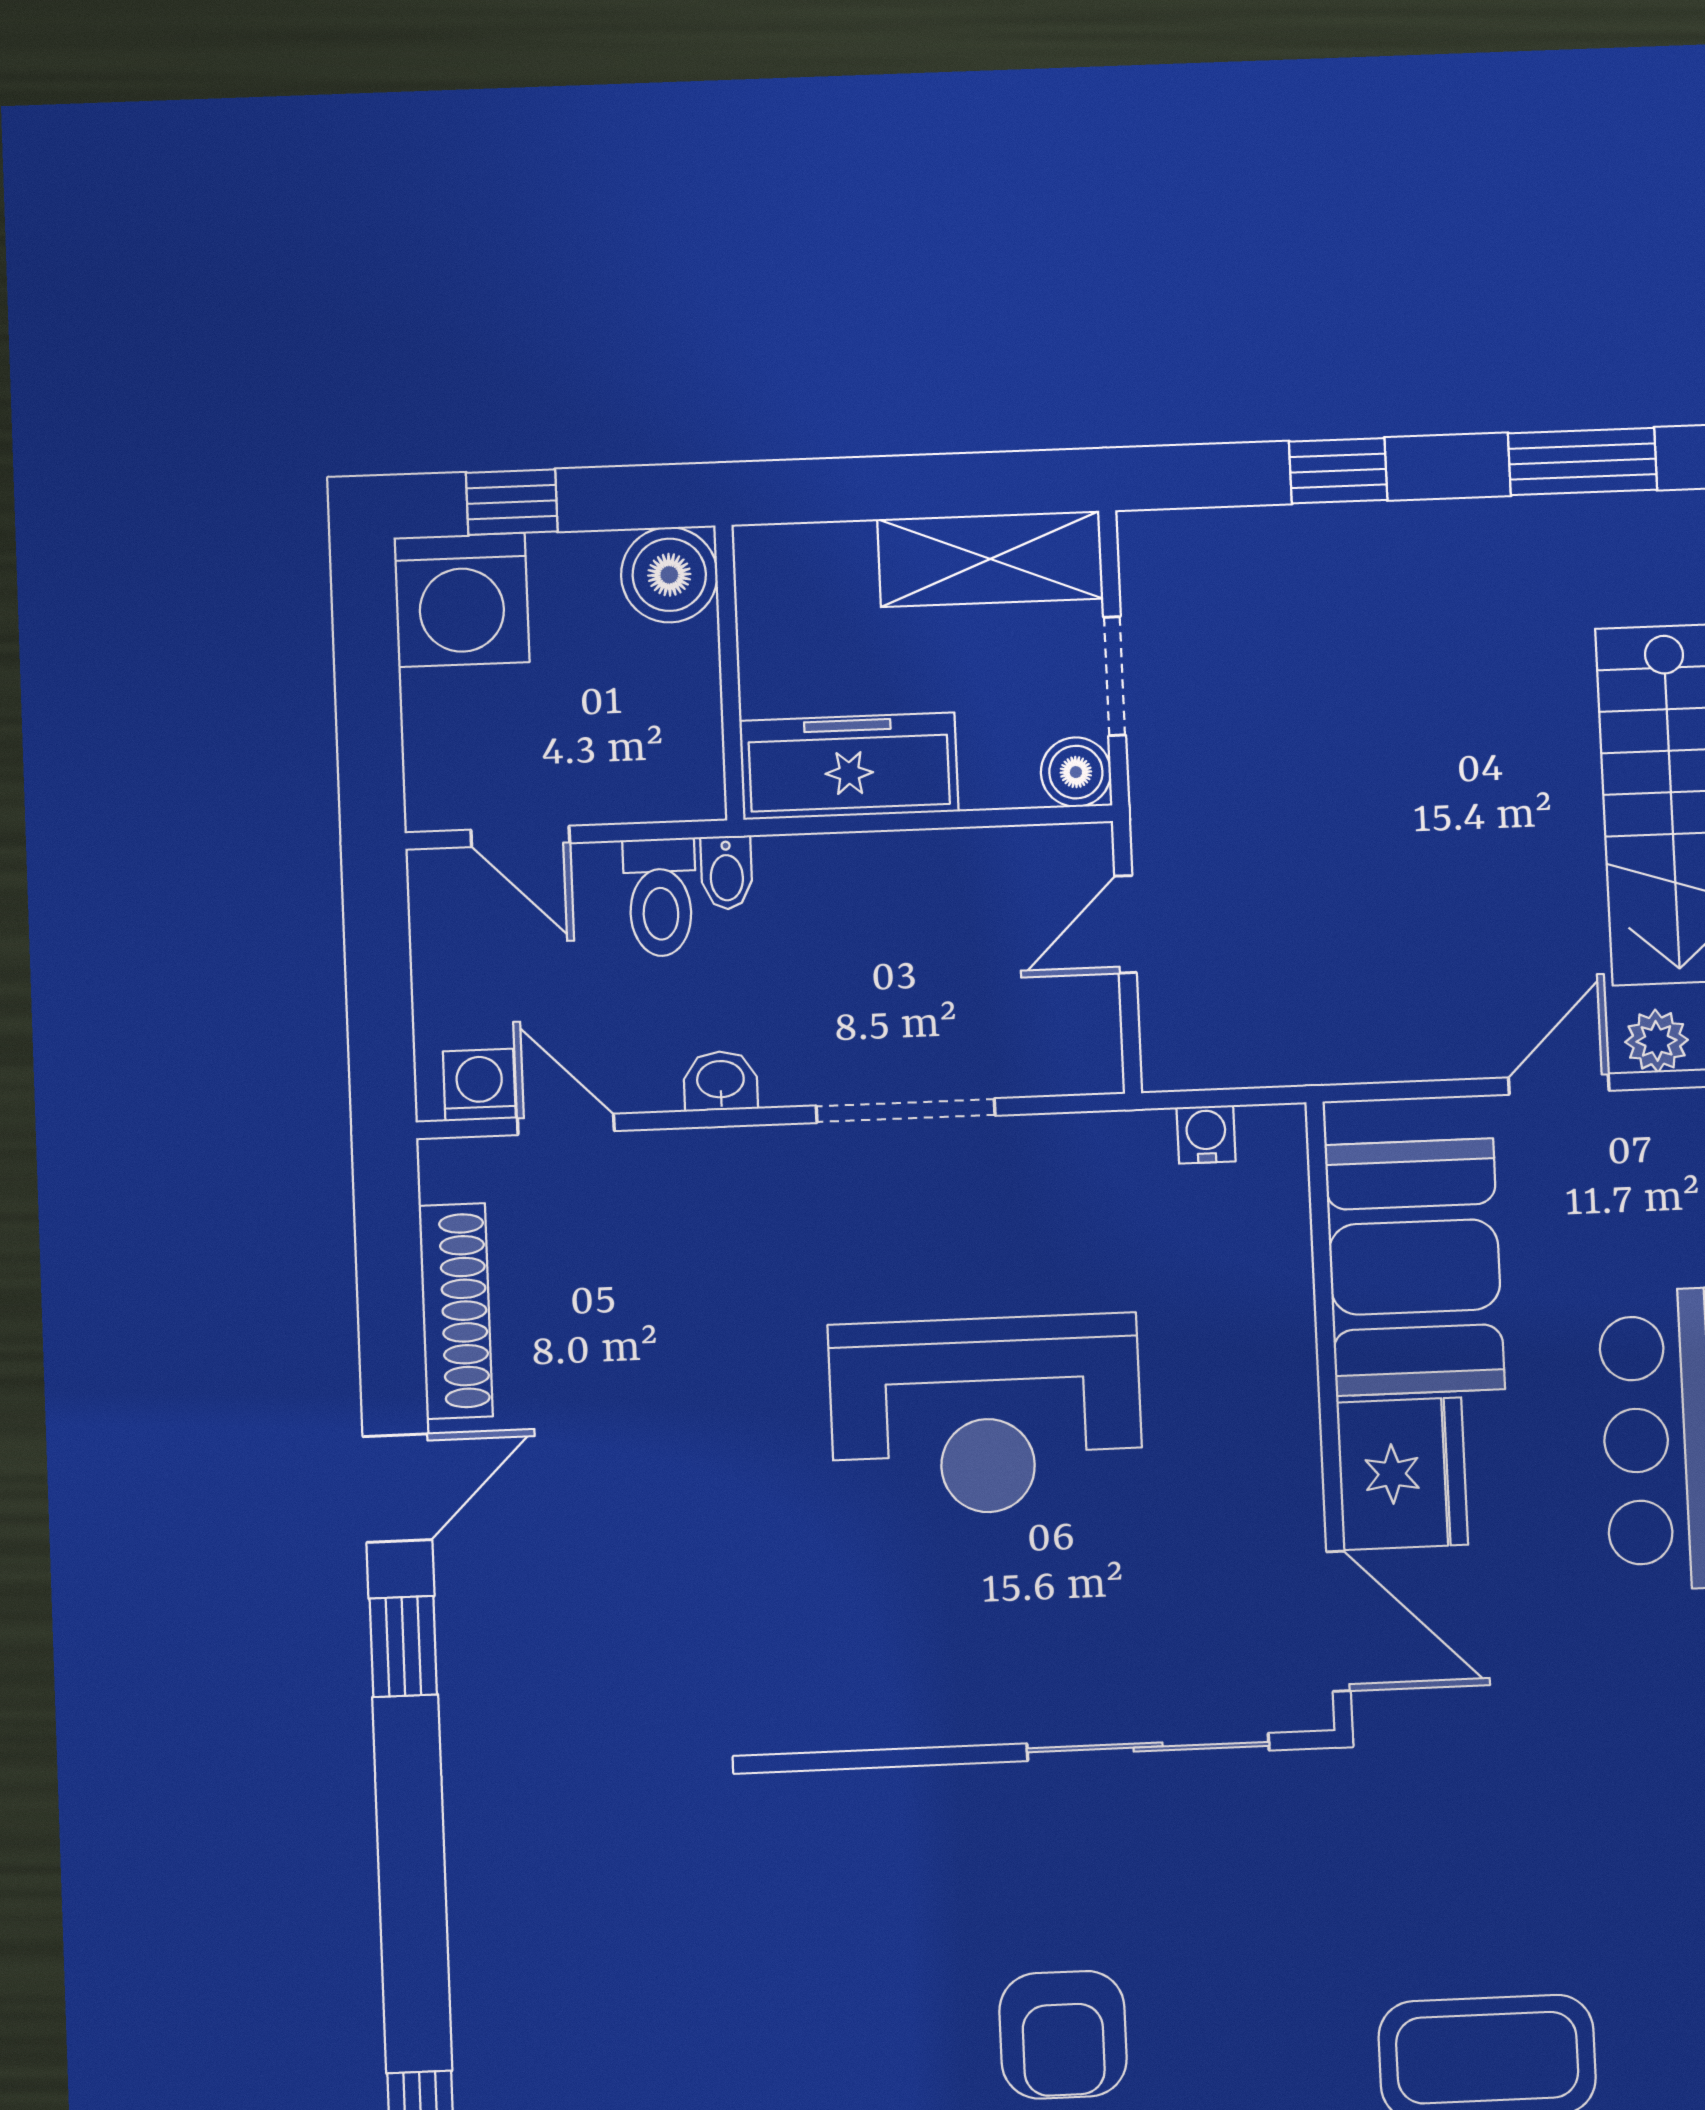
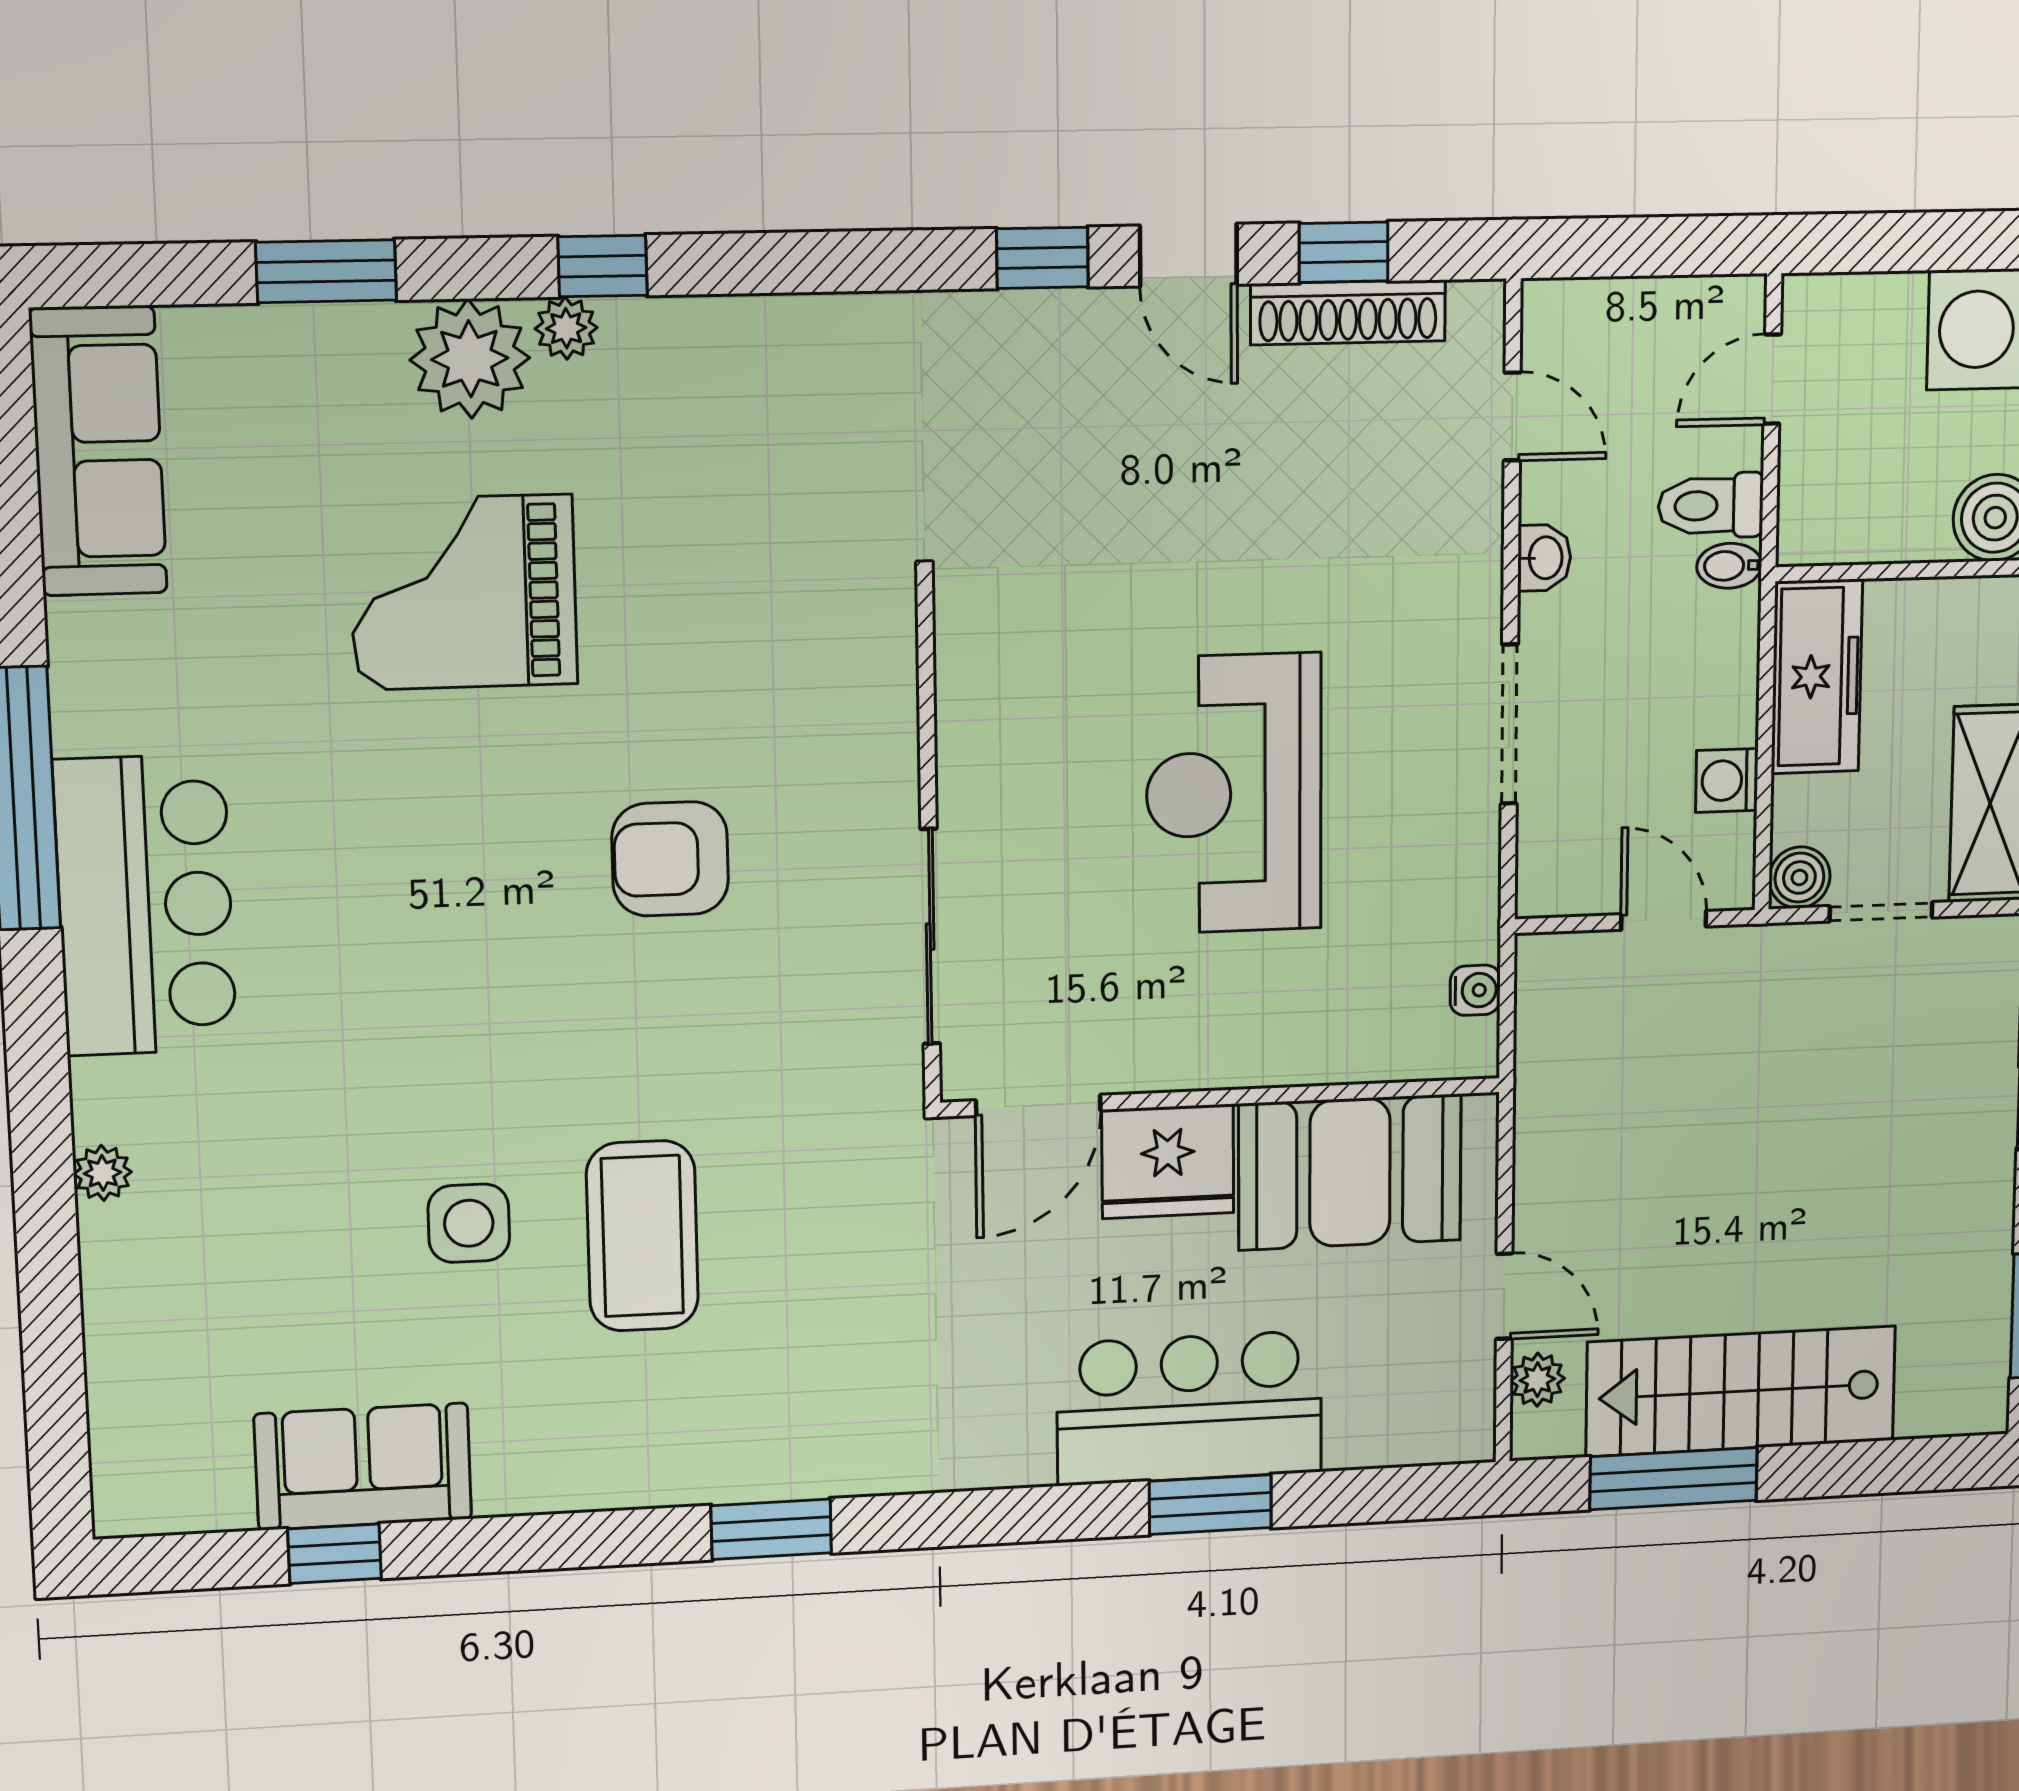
washing machine: (479, 1085) -> (1727, 780), moved, turned 180
door: (566, 1124) -> (1512, 416), hinge flipped
window: (391, 1319) -> (1344, 252), added

